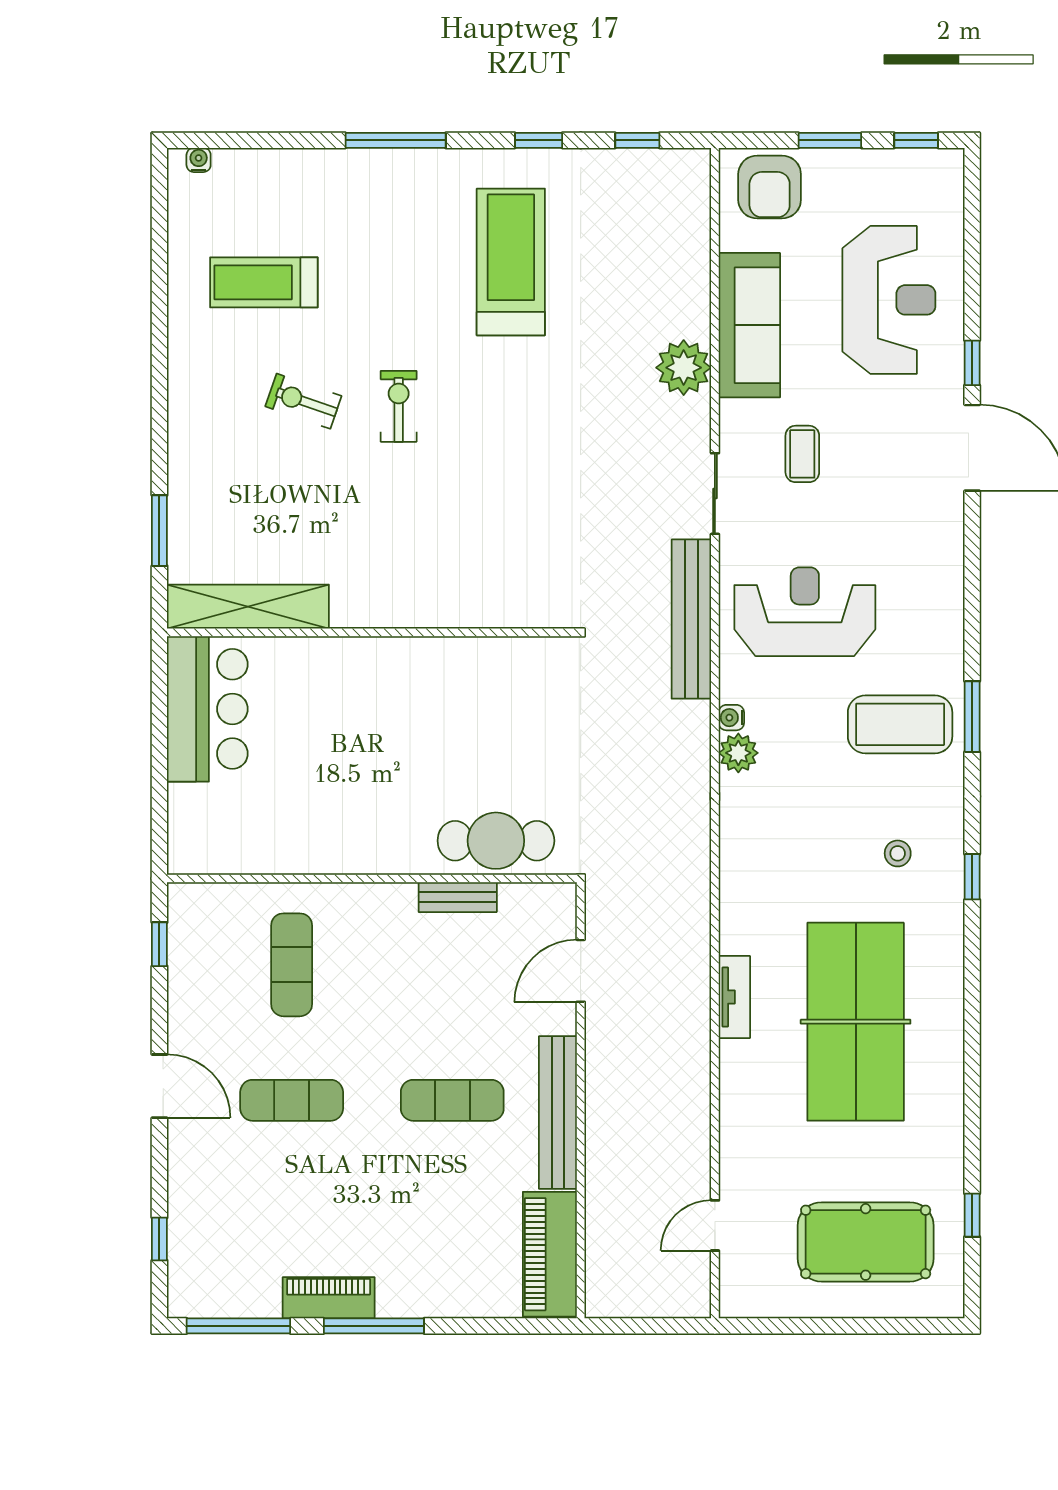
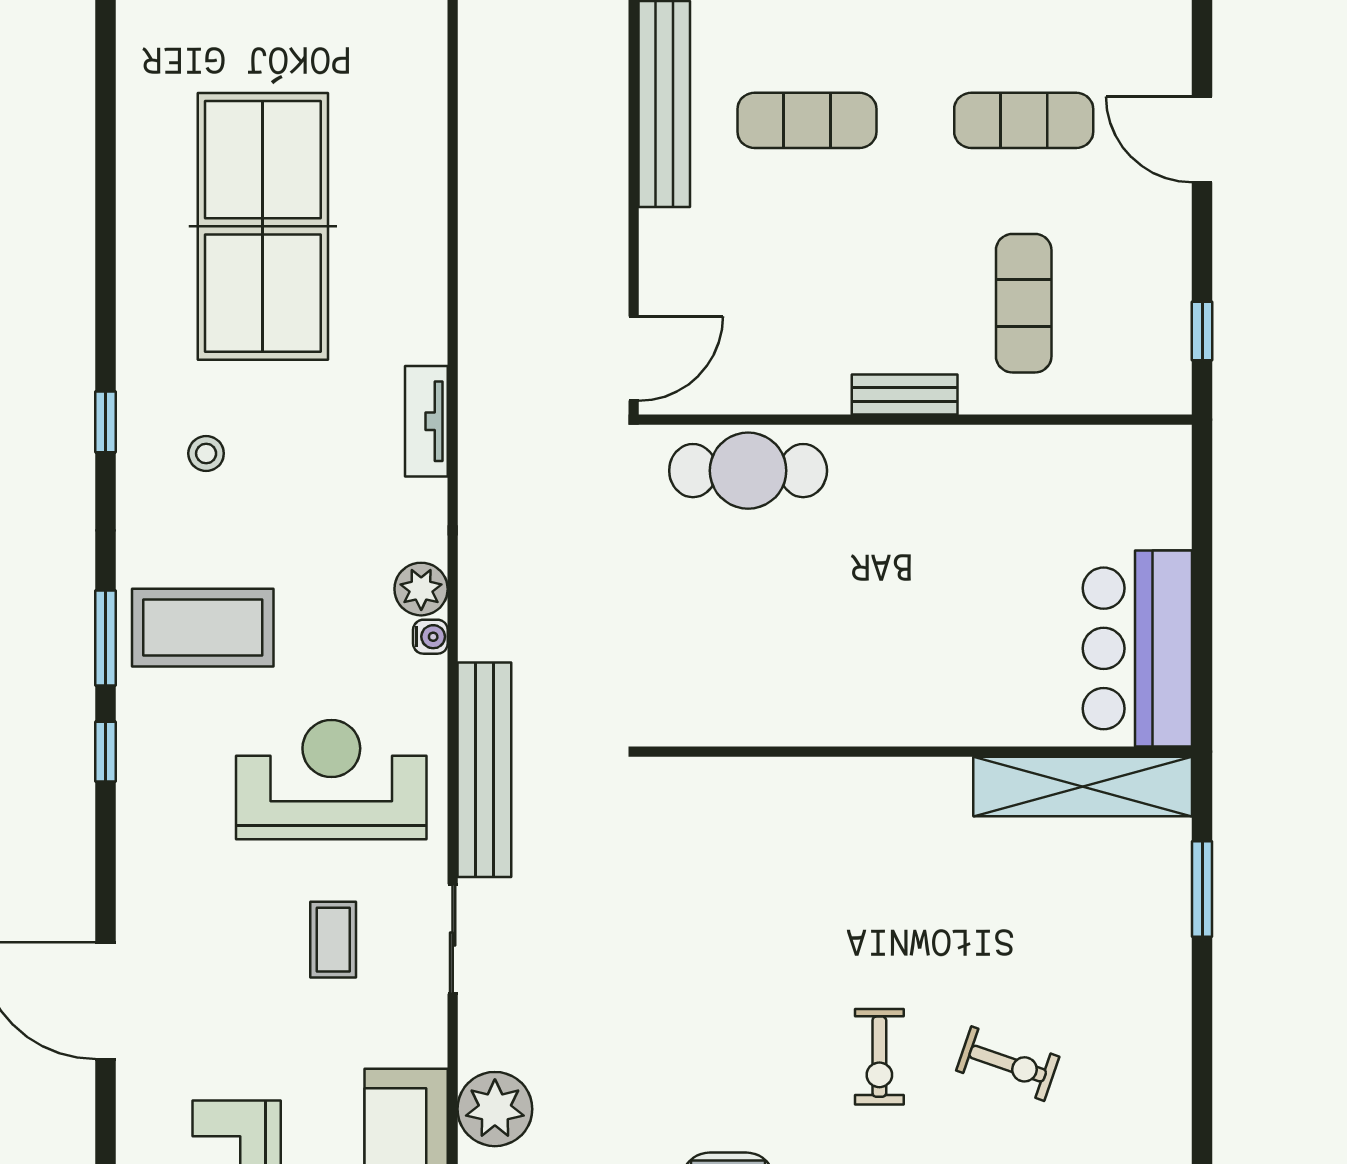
window: (972, 363) -> (106, 752), moved
coffee table: (802, 454) -> (333, 940), moved
reception desk: (805, 612) -> (331, 780), turned 180
bench: (458, 897) -> (905, 394), moved
door: (581, 971) -> (634, 358), moved
tv unit: (734, 997) -> (426, 421), moved

